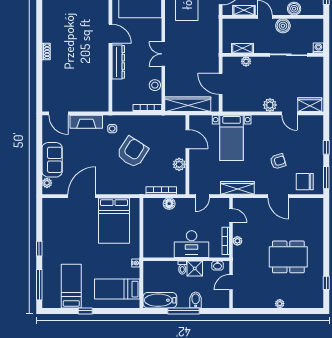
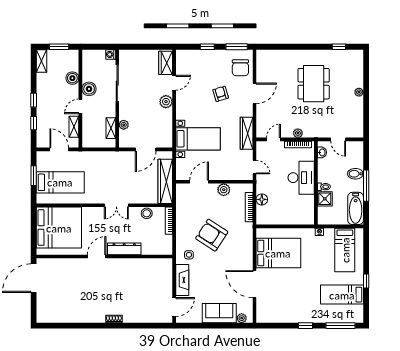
shower: (195, 269) -> (325, 199), moved

